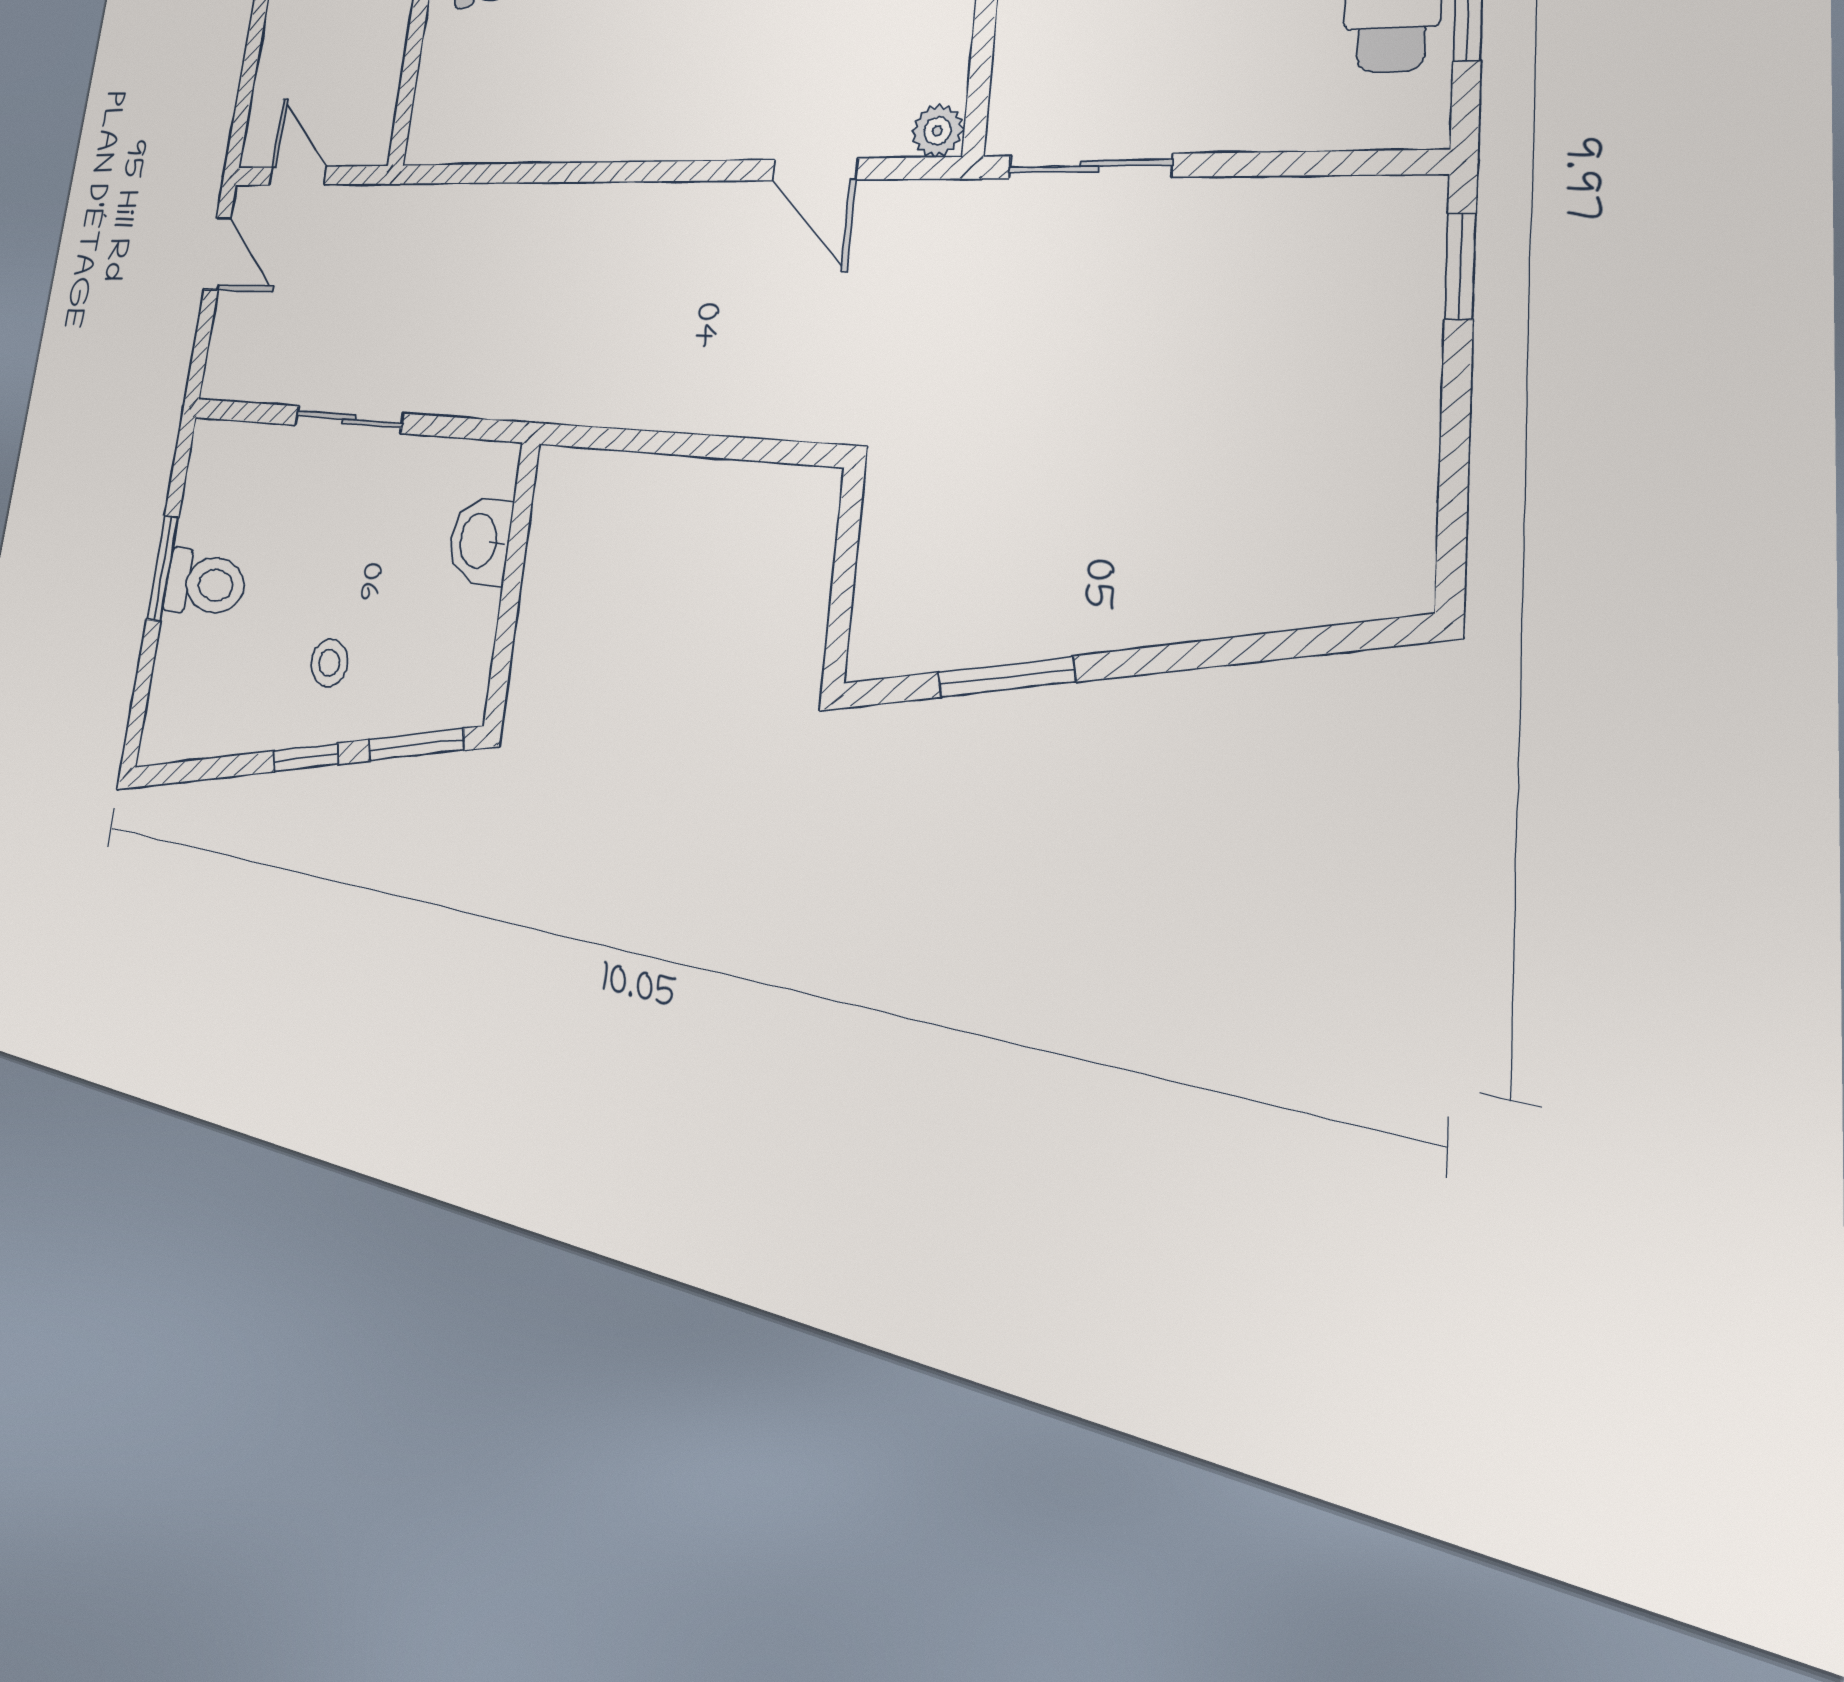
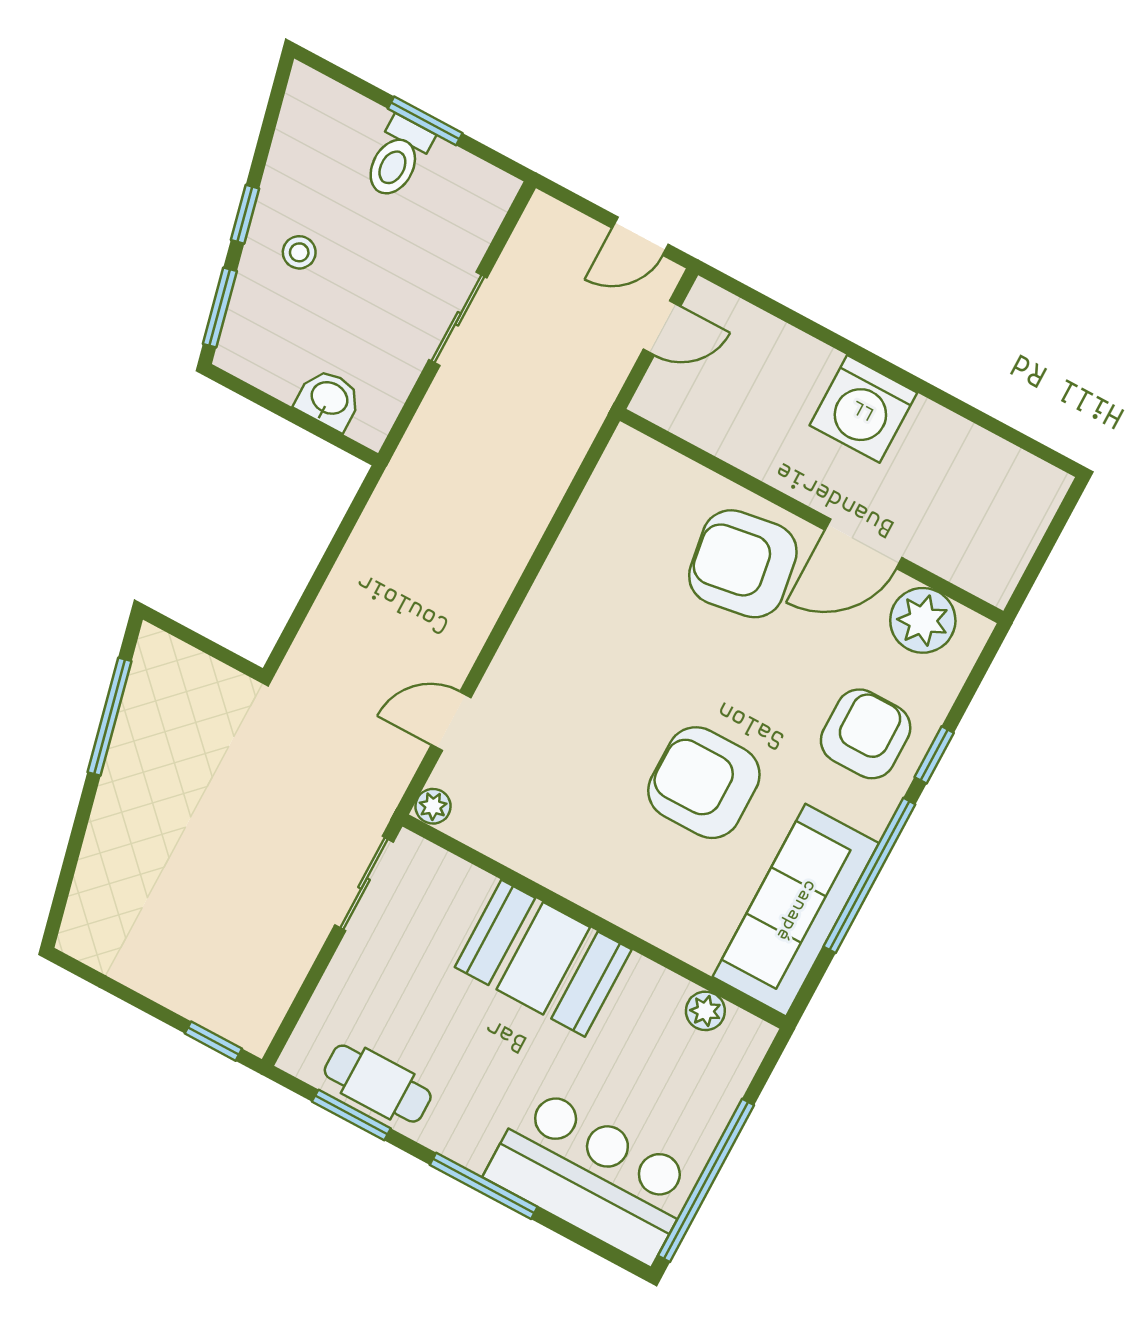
window: (1006, 677) -> (109, 717), width x1.44

